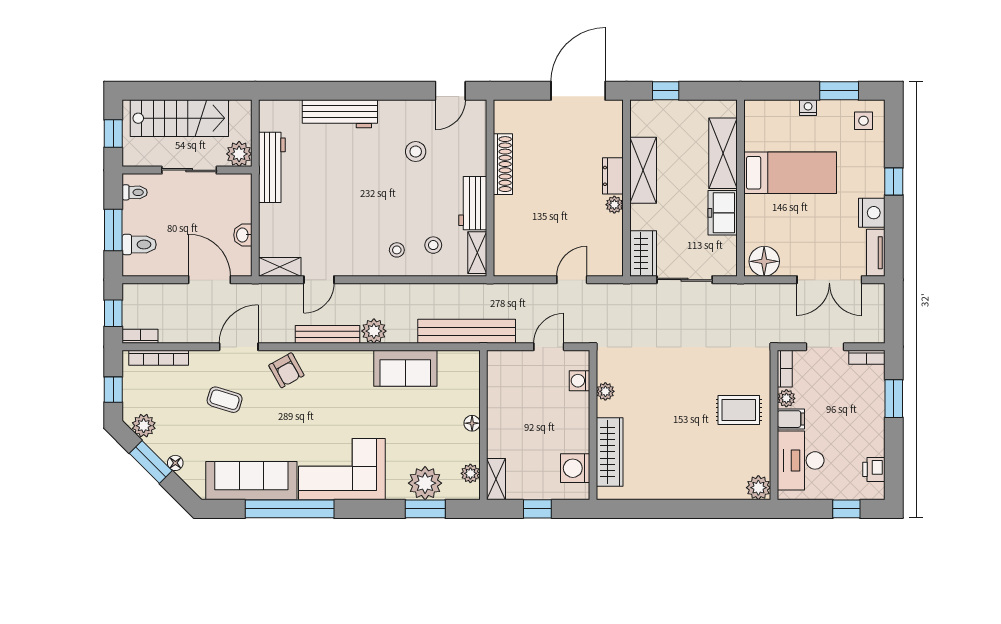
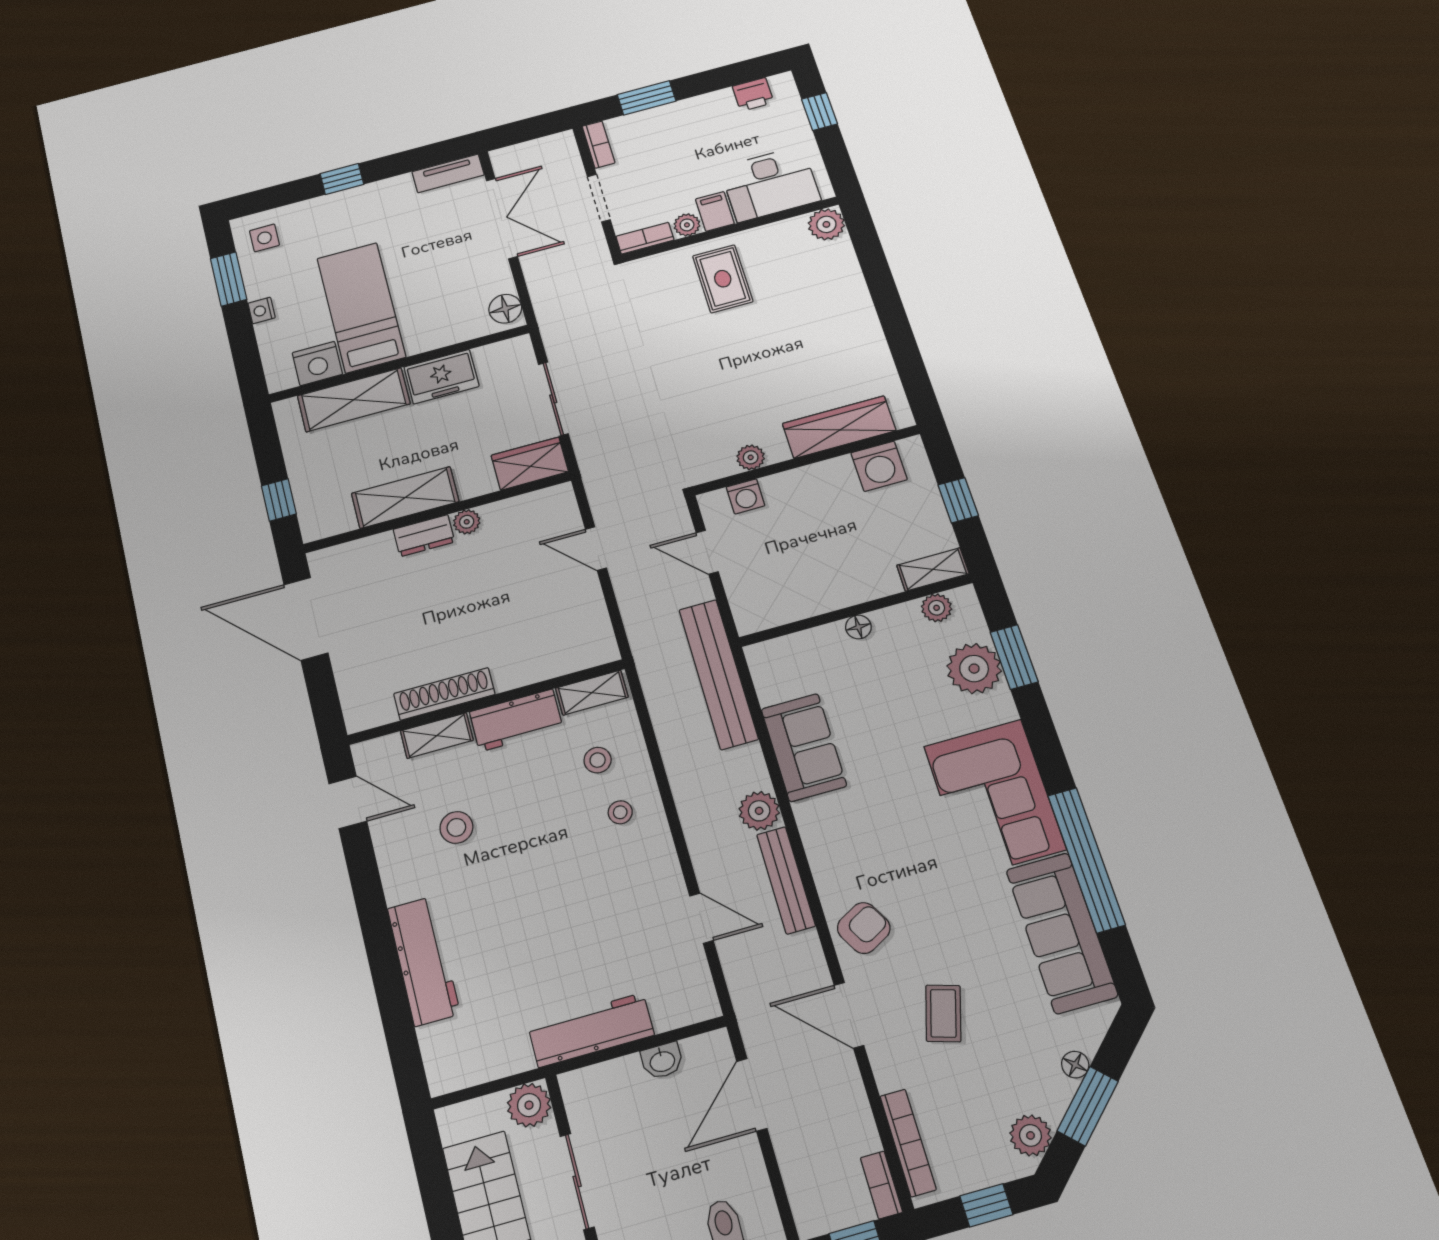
workbench: (272, 167) -> (591, 1030), moved
nightstand: (872, 213) -> (317, 363), moved, turned 180
floor lamp: (764, 261) -> (505, 309), width x0.73, depth x0.73
shelving: (280, 267) -> (437, 736), moved, turned 90

